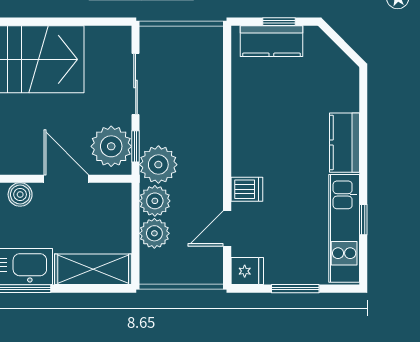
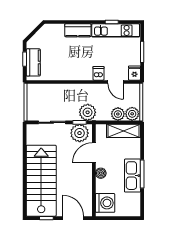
plant: (155, 201) -> (132, 114), moved
shelving: (93, 269) -> (124, 131), moved, turned 90

